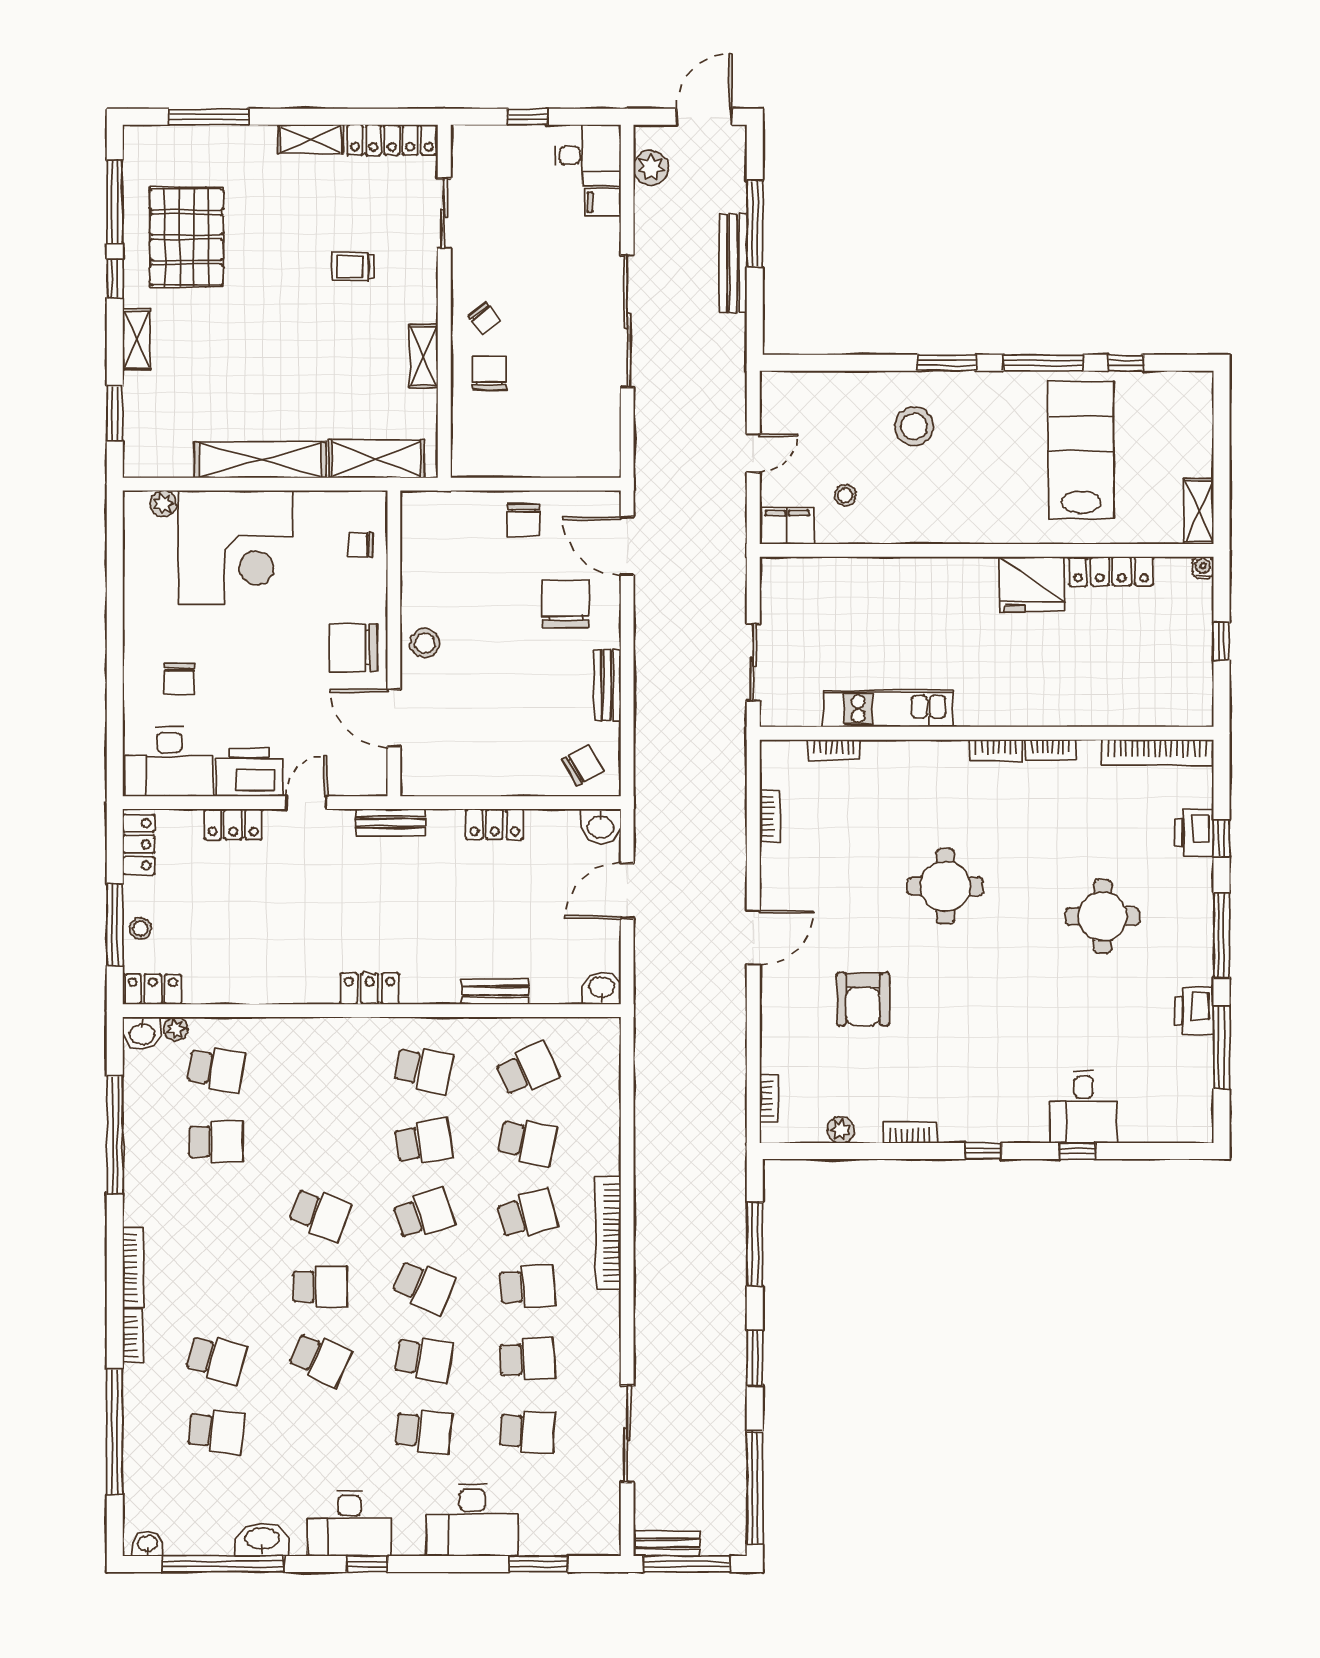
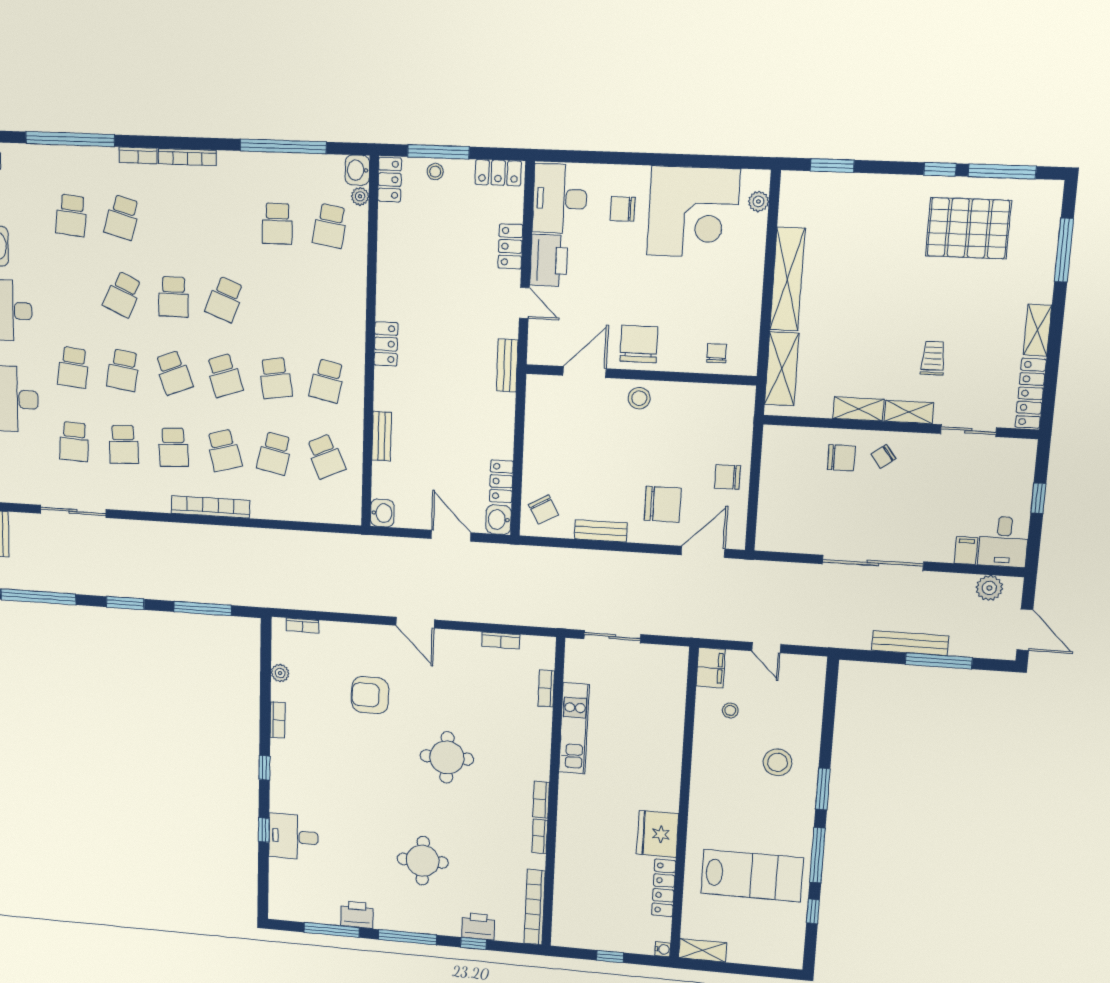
shelving: (136, 339) -> (909, 412), moved
corner desk: (236, 548) -> (693, 212), moved, turned -90
locker: (495, 824) -> (501, 481), moved
school desk: (424, 1287) -> (173, 373), turned -45

